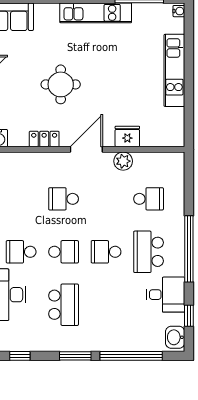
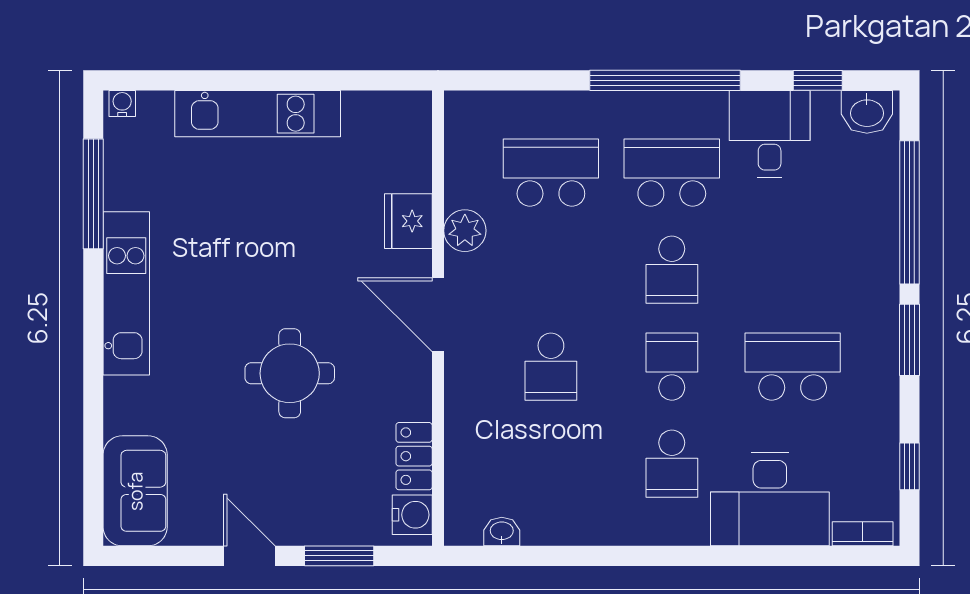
locker: (44, 139) -> (414, 456), moved
school desk: (149, 199) -> (551, 173), width x1.85
school desk: (149, 252) -> (672, 173), turned 180

